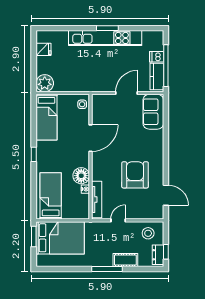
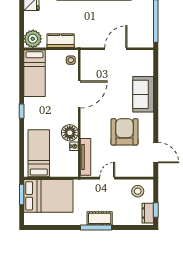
dishwasher: (157, 57) -> (146, 12), removed
kitchen counter: (157, 76) -> (61, 41), moved, turned 90
sofa: (153, 112) -> (143, 94), moved
cot: (125, 260) -> (100, 218), moved

